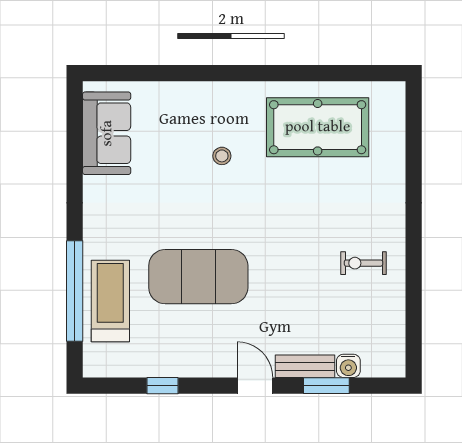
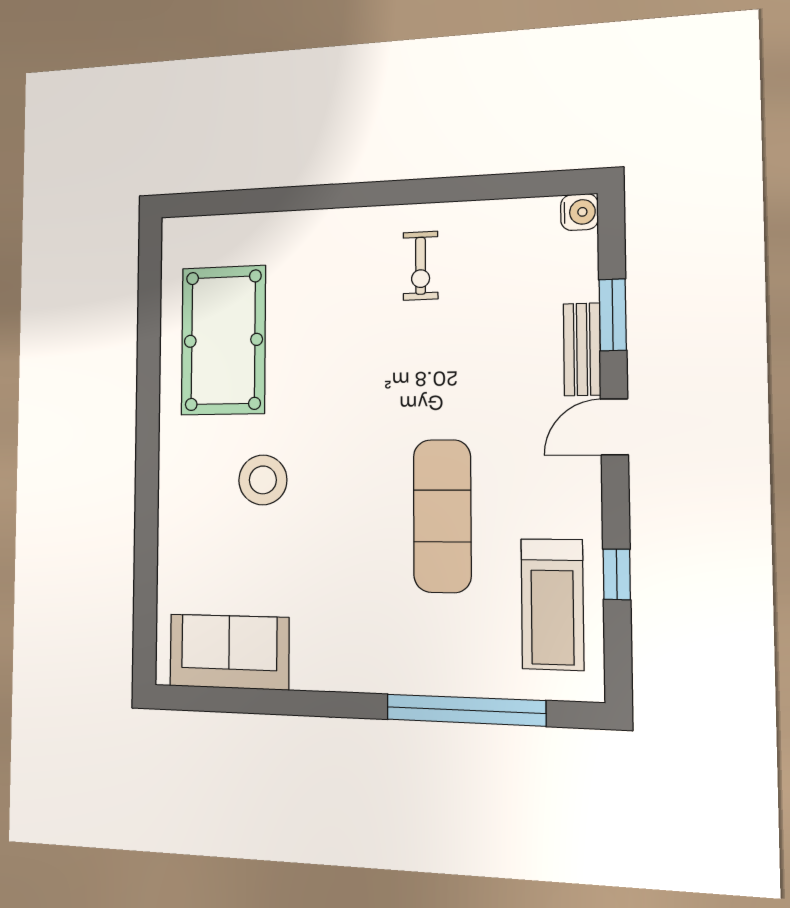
stool: (222, 156) -> (263, 480), width x1.89, depth x1.89
exercise mat: (198, 277) -> (442, 516), width x0.68
treadmill: (110, 301) -> (552, 604), moved, turned -90
water cooler: (348, 366) -> (579, 212), moved

